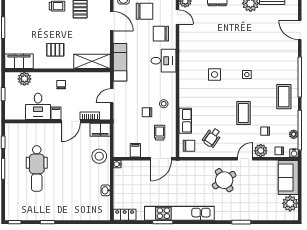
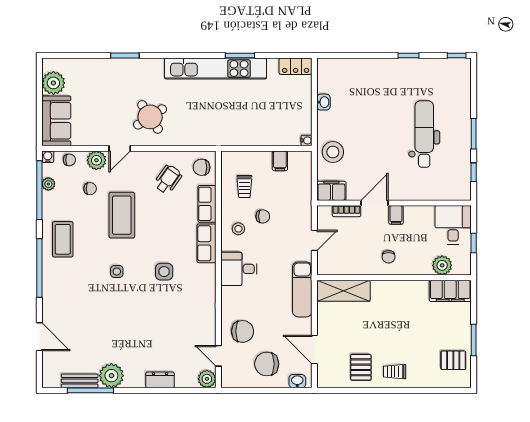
pallet: (55, 50) -> (453, 360), moved
desk: (163, 61) -> (239, 269), moved
row of seats: (186, 94) -> (206, 243), added
desk: (38, 106) -> (453, 225), moved
coffee table: (243, 113) -> (122, 215), width x1.36, depth x1.32
door: (161, 159) -> (243, 148), removed

